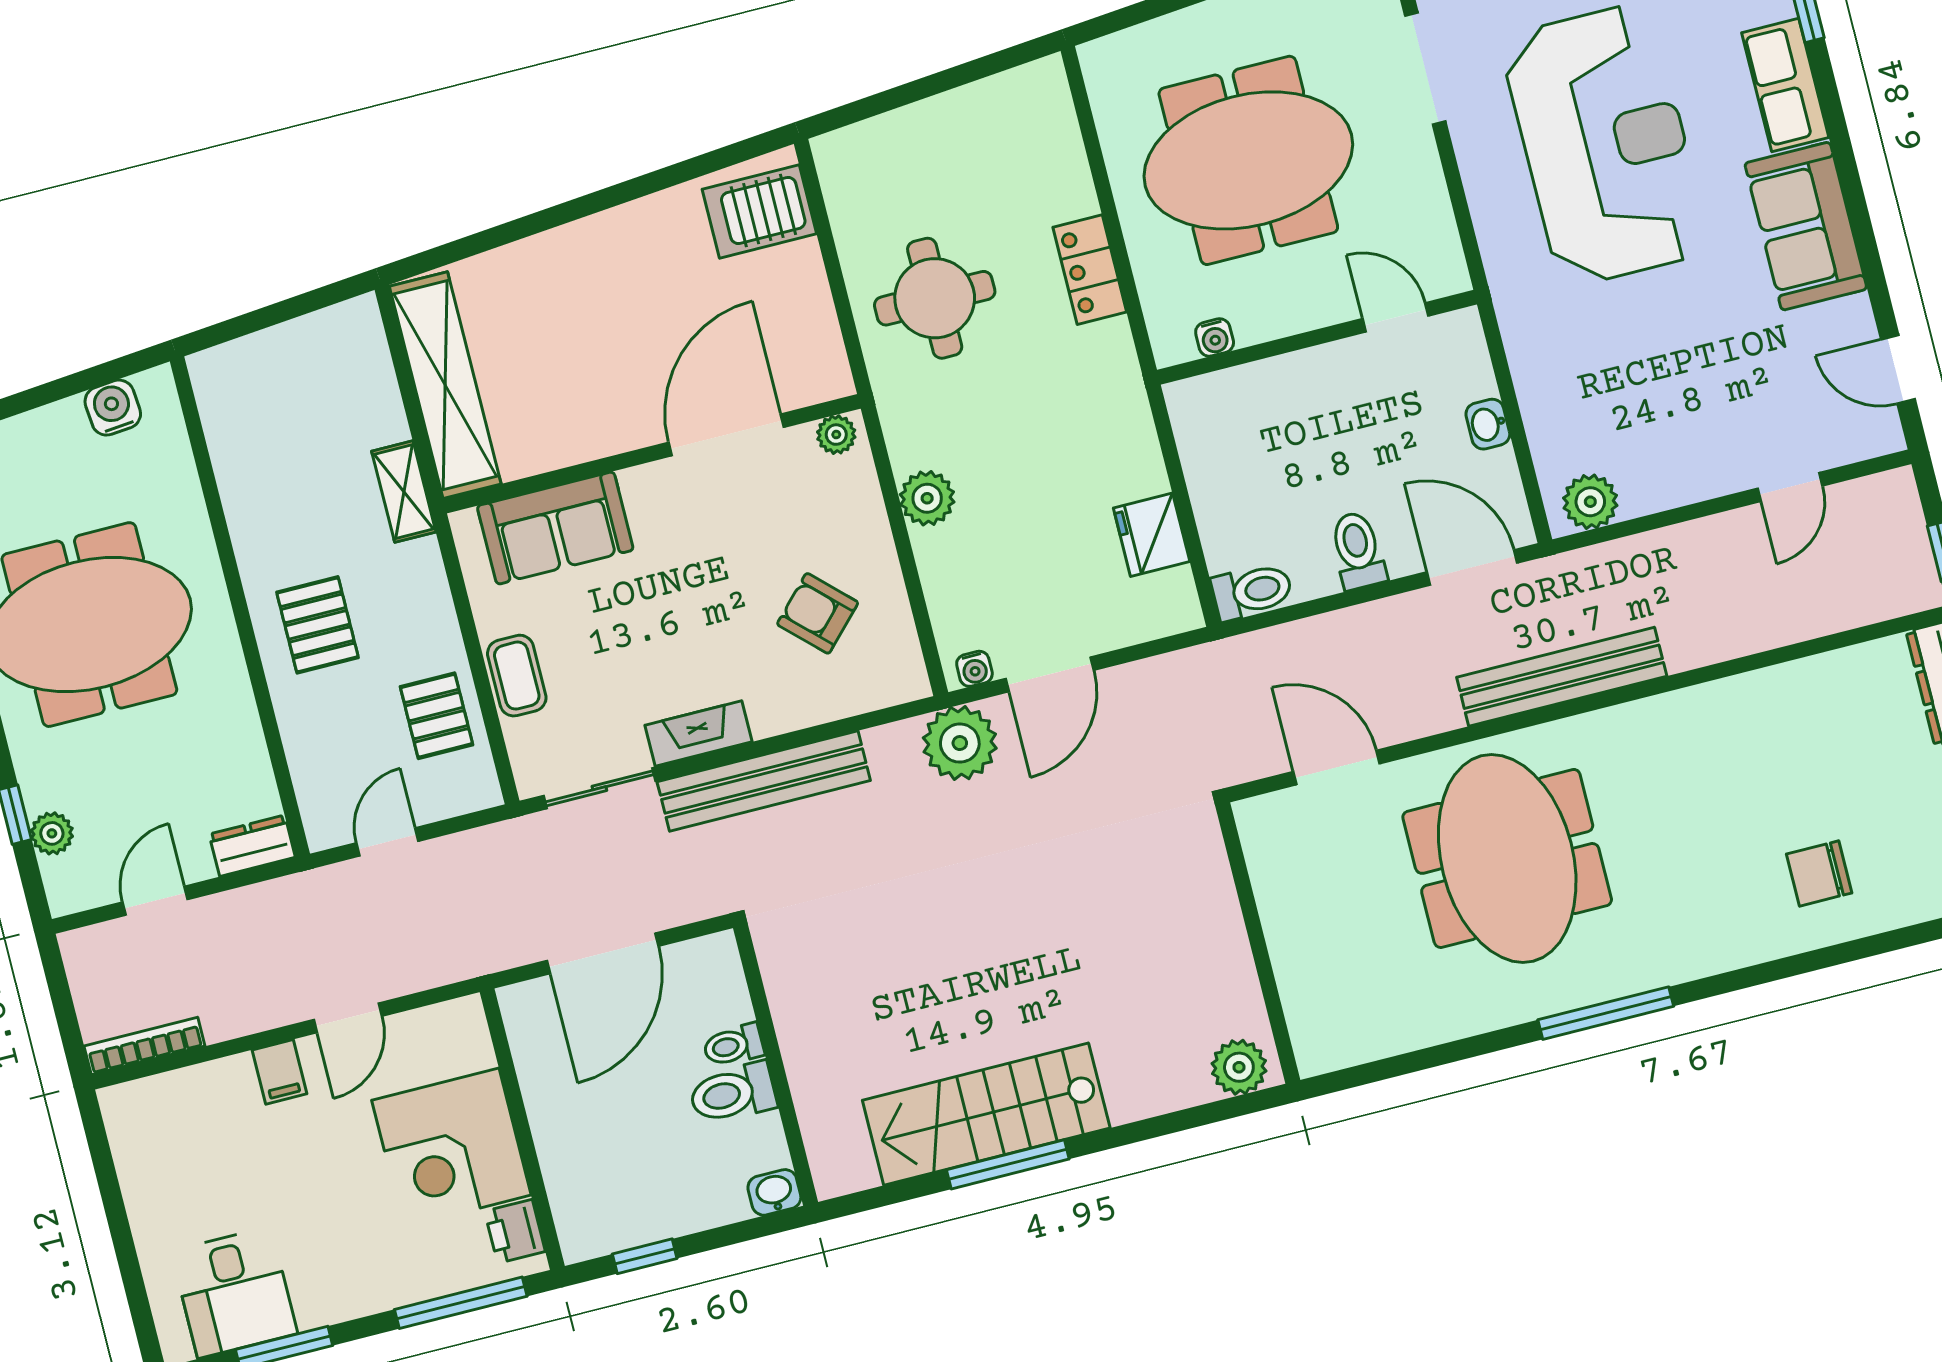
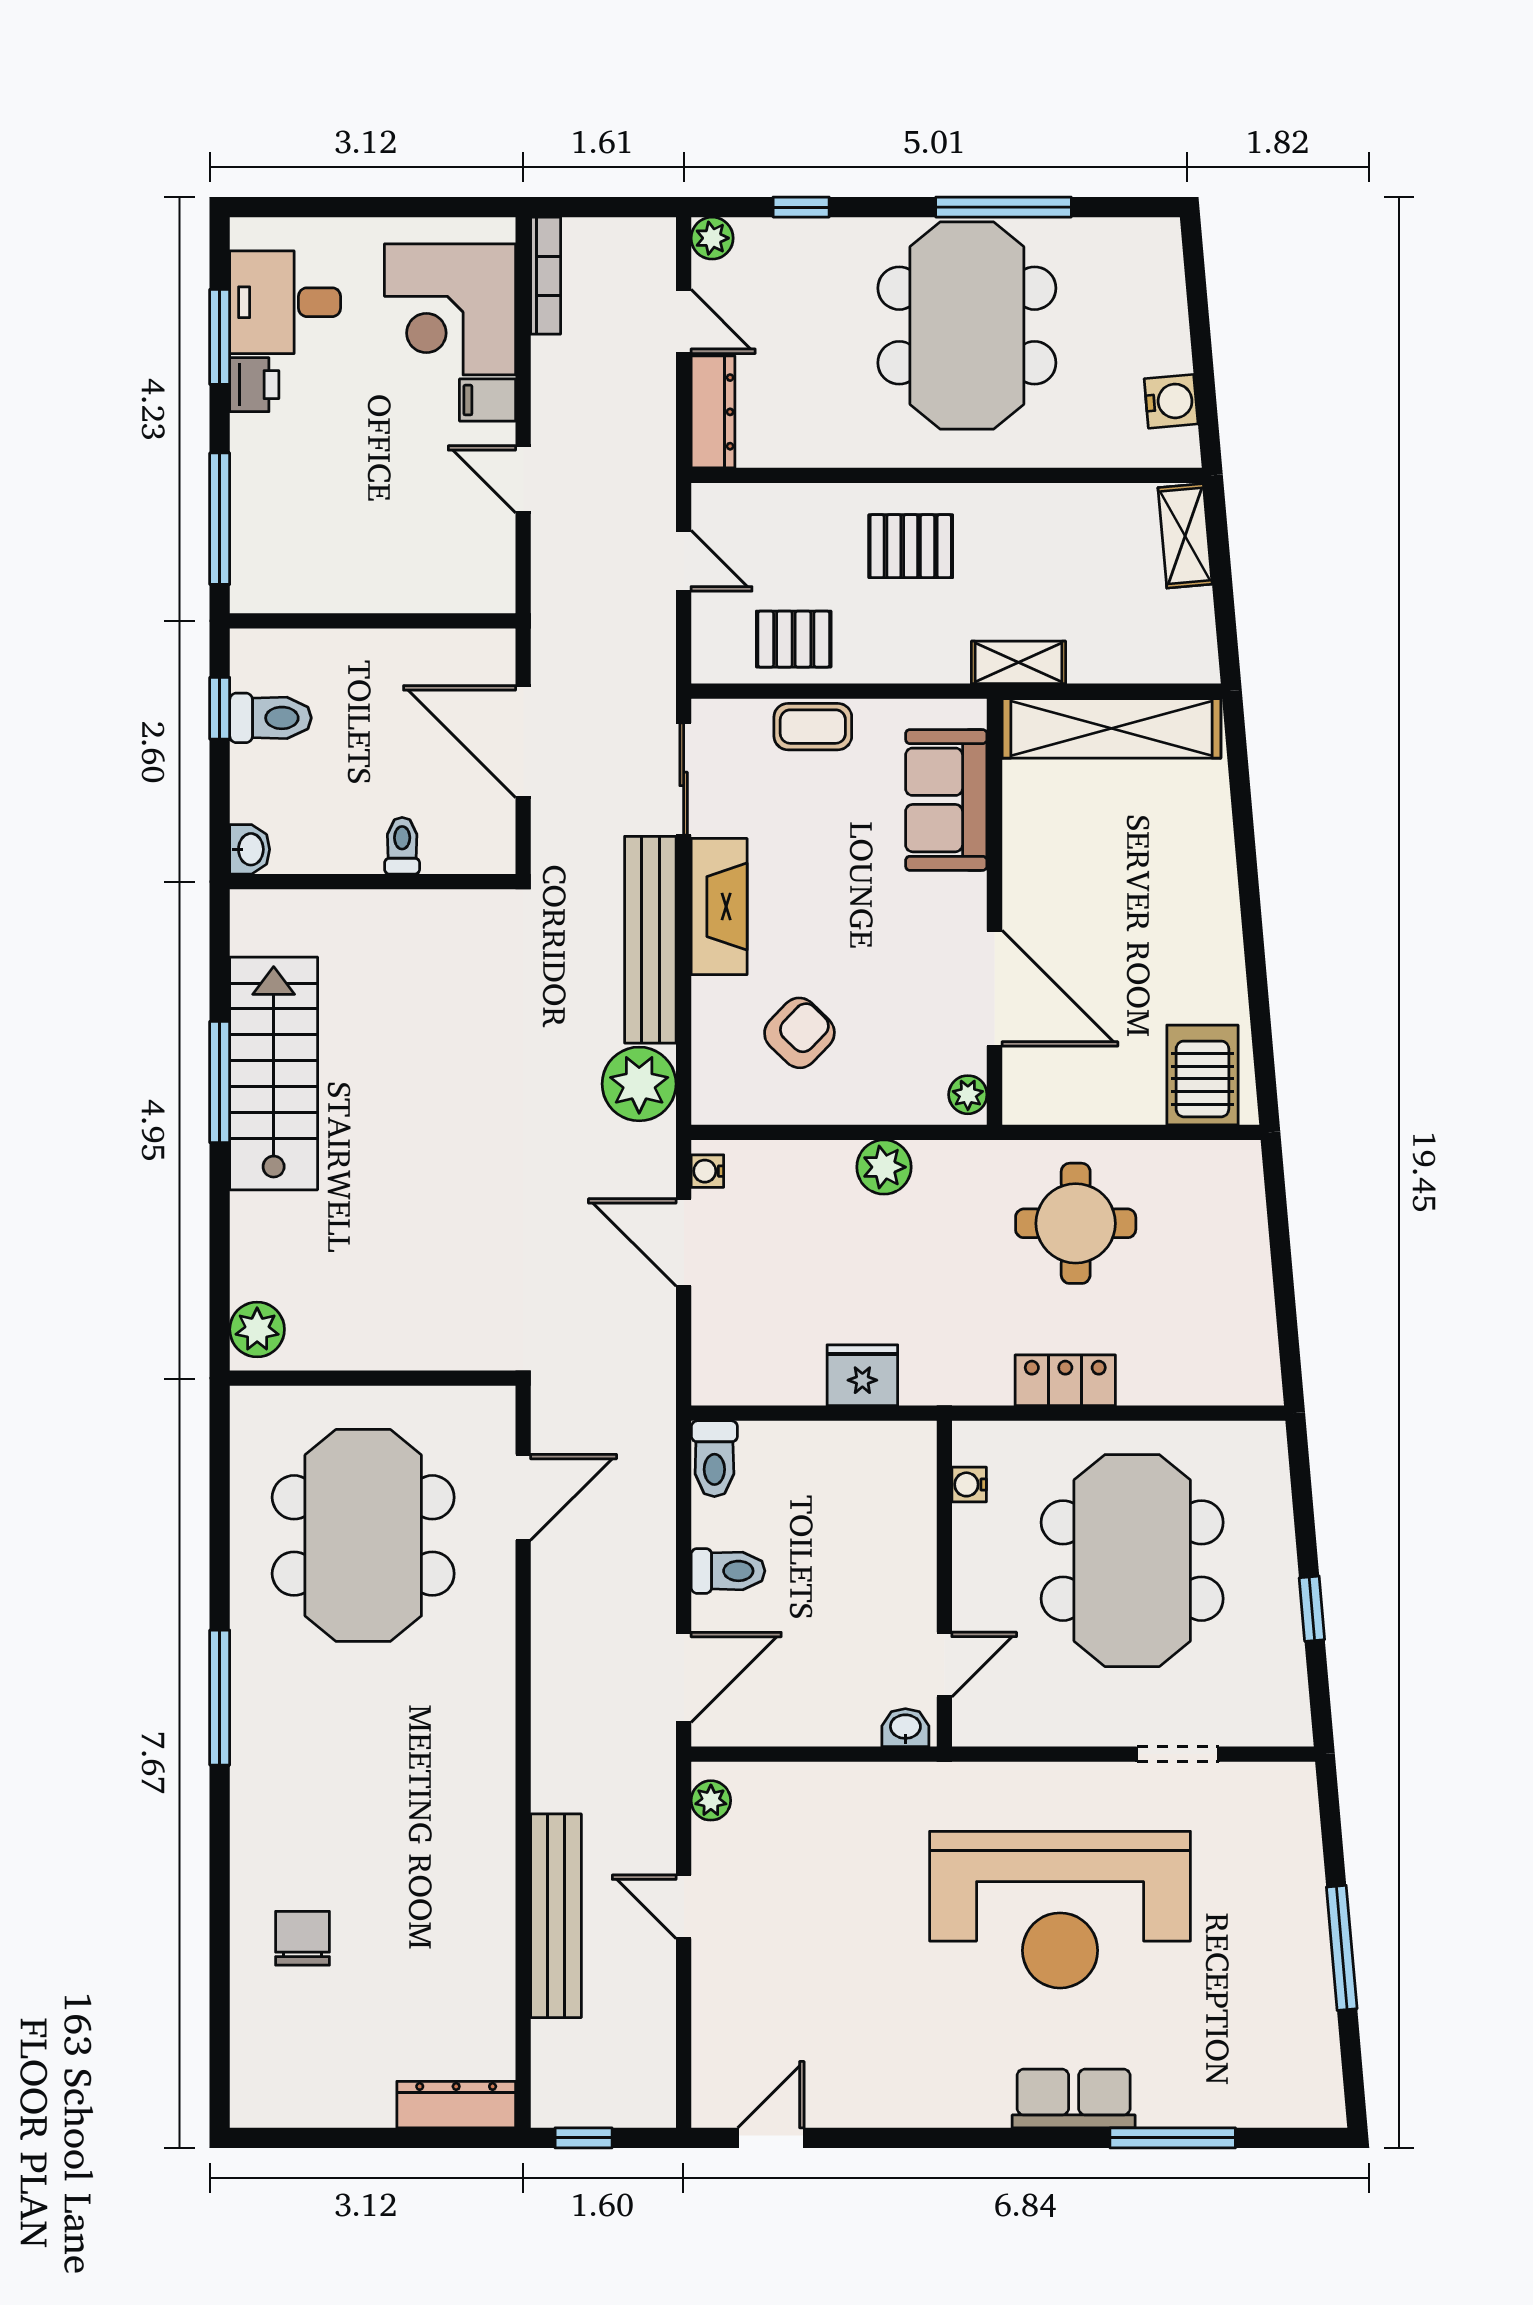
doorway: (1425, 69) -> (1178, 1754), width x0.73
sofa: (1806, 226) -> (932, 2084), removed
shelving: (240, 361) -> (1185, 536), added
washbasin: (1488, 424) -> (905, 1728), moved
door: (1790, 487) -> (684, 1907), moved
plant: (1590, 502) -> (711, 1800), width x0.73, depth x0.73
fridge: (1152, 535) -> (862, 1375), moved
bench: (1562, 677) -> (556, 1916), moved
fireplace: (698, 733) -> (719, 907), width x1.37, depth x1.32
plant: (960, 743) -> (639, 1084), moved
plant: (52, 833) -> (712, 238), moved
dresser: (252, 846) -> (713, 412), width x1.44
meeting table: (1507, 858) -> (363, 1535), moved, turned 90
toilet: (733, 1093) -> (270, 718), moved, turned 90
corner desk: (451, 1148) -> (450, 309), moved, turned -90
printer: (515, 1231) -> (254, 385), moved, turned 90

